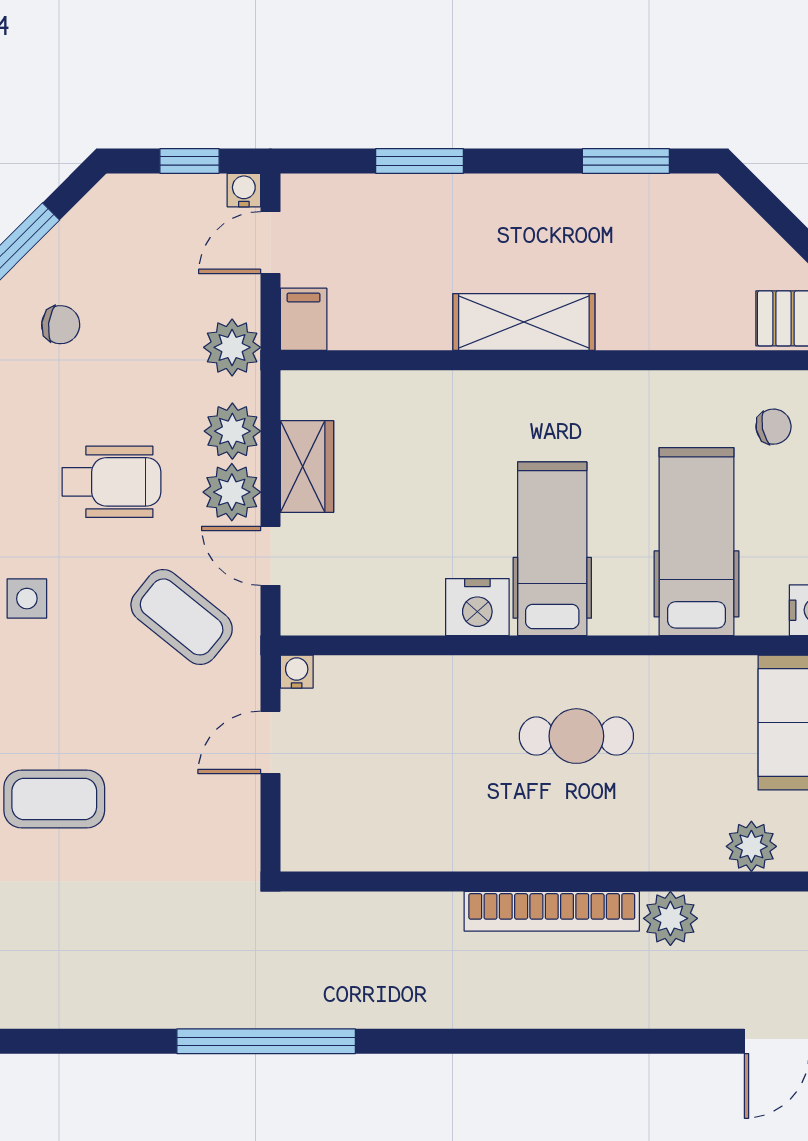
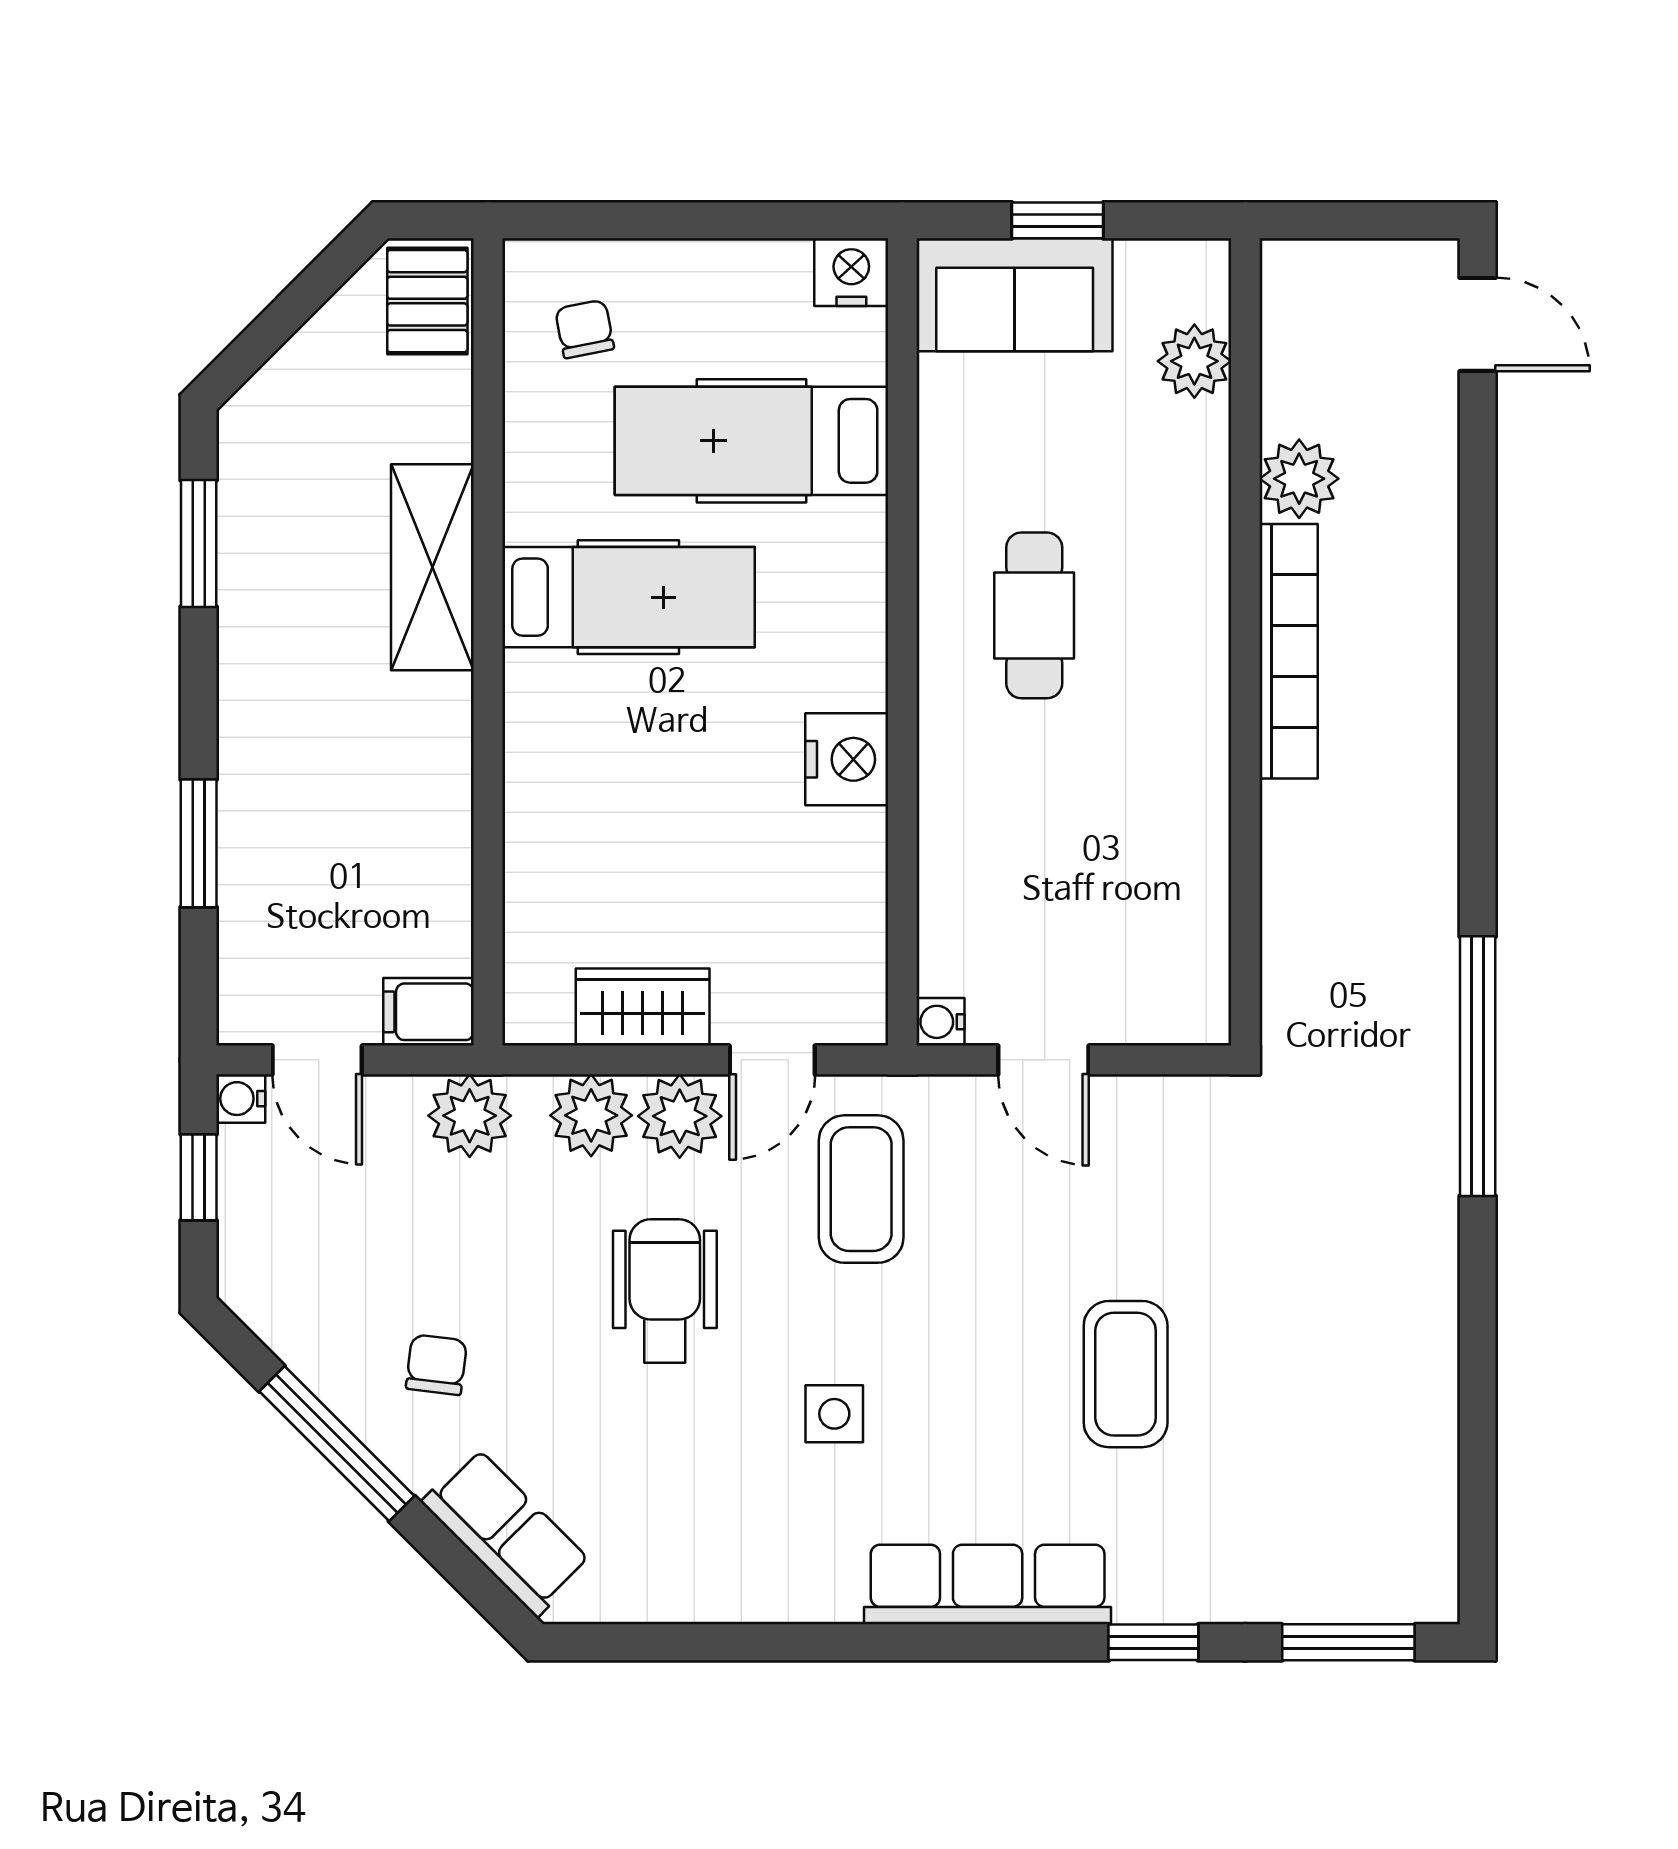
shelving: (524, 322) -> (432, 567), moved
hospital bed: (552, 549) -> (628, 597), moved, turned 180
coffee table: (182, 617) -> (861, 1189), turned -39

